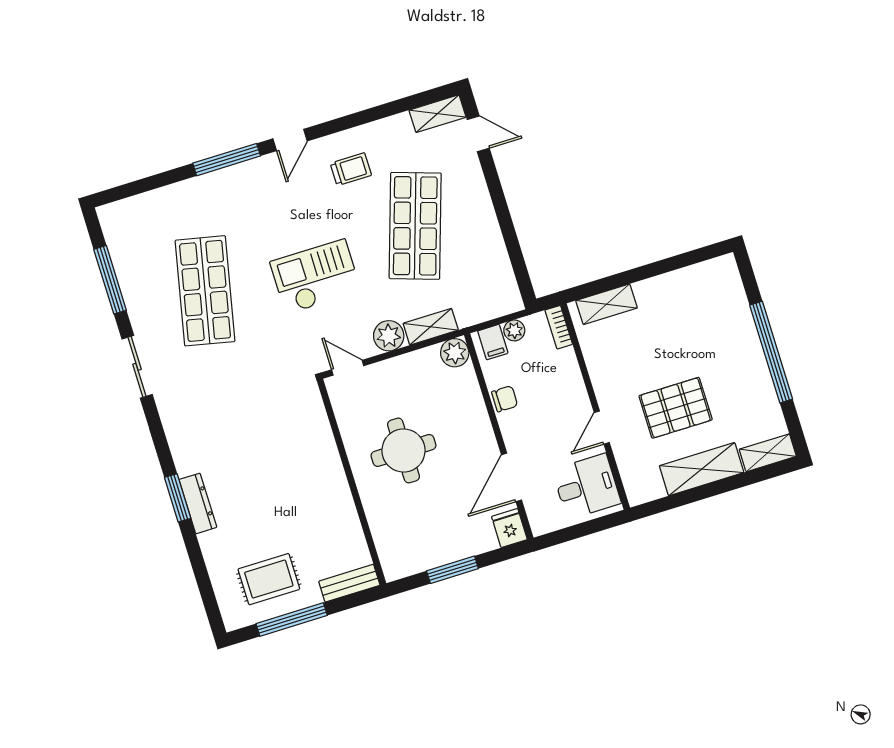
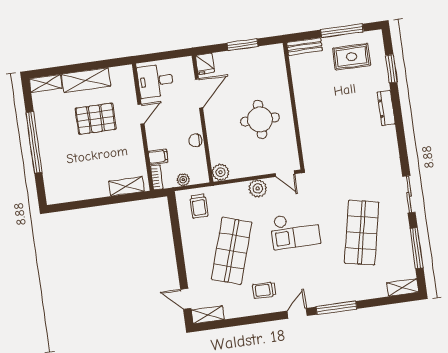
trolley: (481, 291) -> (199, 206), added
shelving: (431, 327) -> (403, 288), moved
filing cabinet: (493, 342) -> (158, 157), moved, turned 90
window: (178, 498) -> (391, 69), moved

